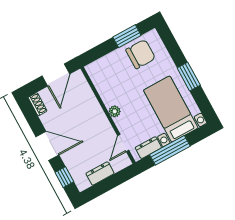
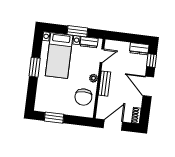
chair: (141, 54) -> (83, 97), moved, turned -90
bench: (98, 114) -> (105, 84), added
window: (170, 150) -> (77, 31), width x0.69
dresser: (100, 173) -> (139, 49), moved

